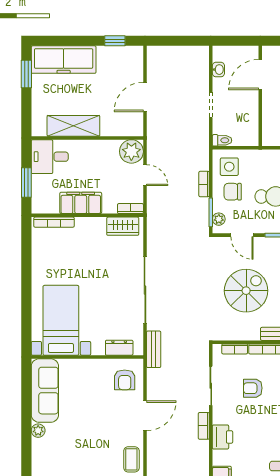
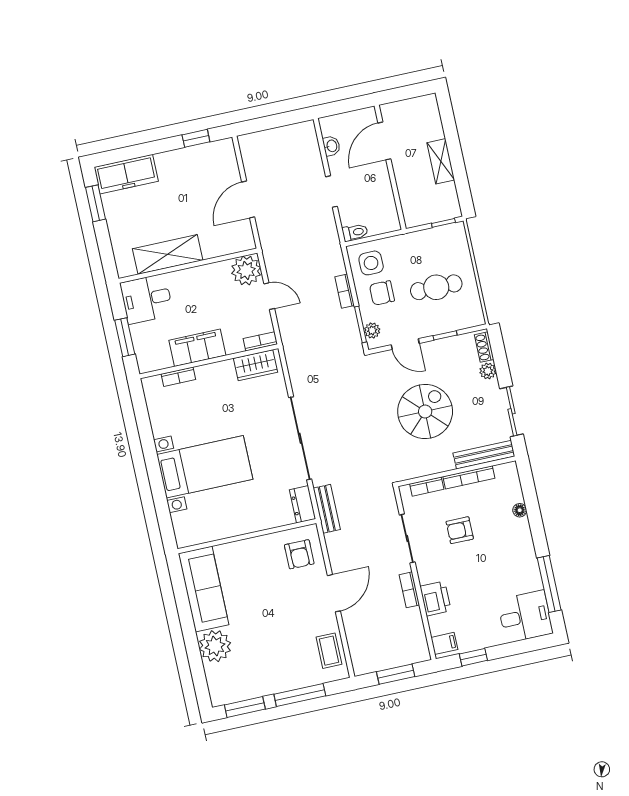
freezer: (64, 60) -> (126, 174), width x0.73, depth x0.79
bookcase: (54, 222) -> (178, 377), width x0.64
bed with nightstands: (61, 320) -> (205, 467), moved, turned 90
dresser: (119, 348) -> (303, 504), moved, turned -90
plant: (38, 431) -> (215, 646), width x1.88, depth x1.88

